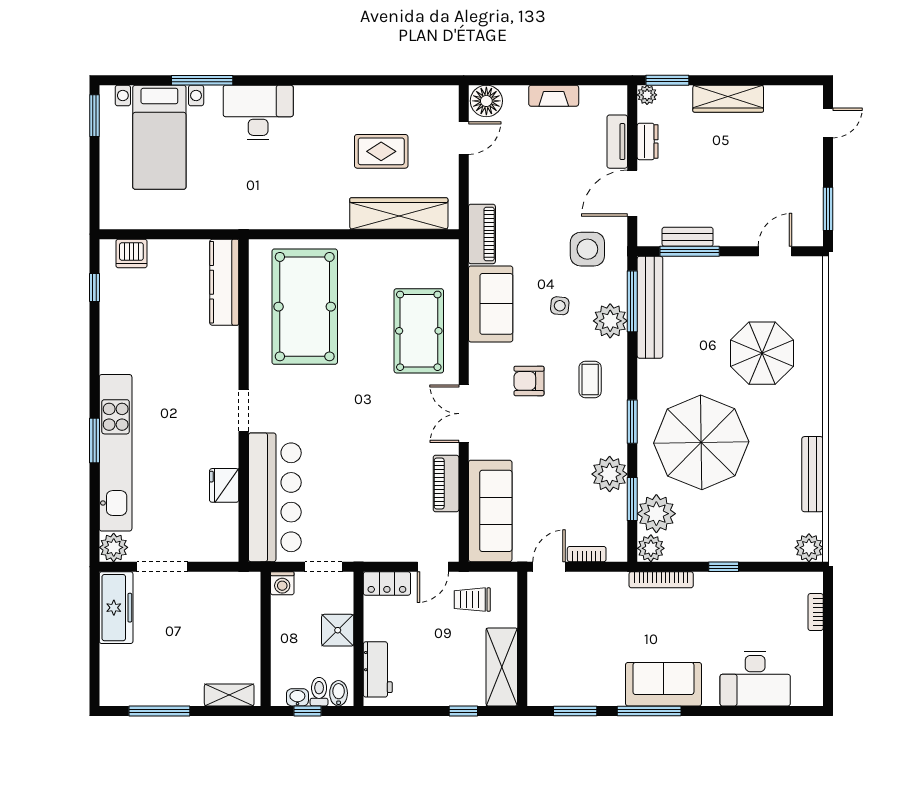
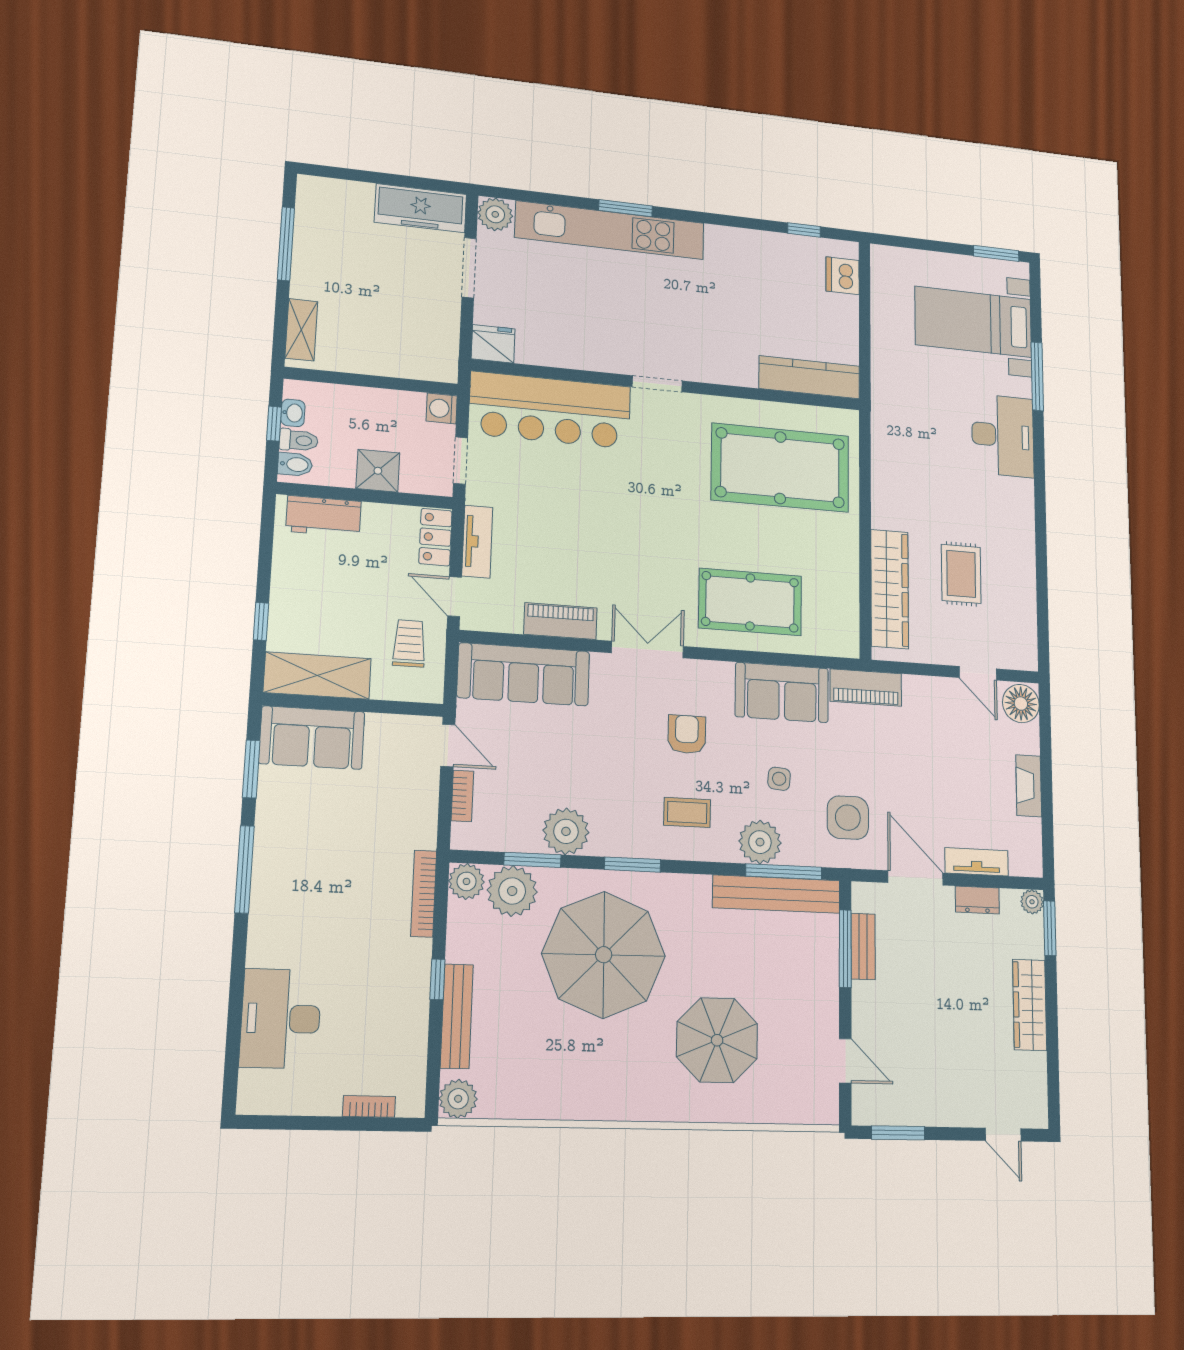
bench: (812, 474) -> (457, 1016), moved, turned 90
fridge: (224, 485) -> (493, 344), moved
tv unit: (388, 551) -> (477, 542), added
sofa: (663, 684) -> (312, 738), moved, turned 90

